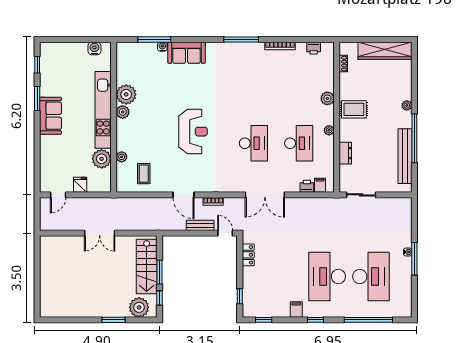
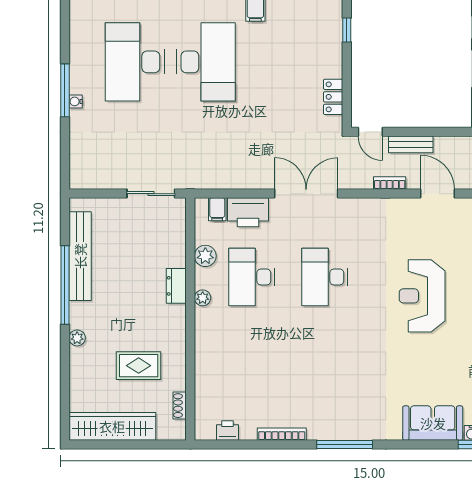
plant: (327, 98) -> (205, 256), moved
rug: (354, 109) -> (139, 366), moved
dresser: (345, 153) -> (176, 286), moved
printer: (307, 186) -> (248, 212), width x1.87, depth x1.48

